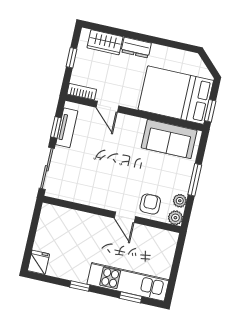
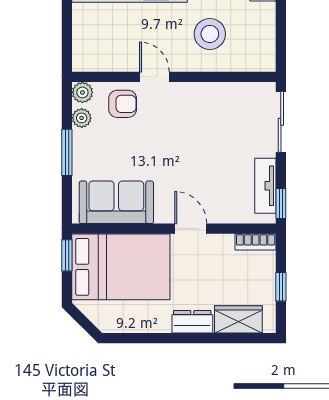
door: (107, 107) -> (191, 229), moved
window: (56, 127) -> (281, 204), moved
armchair: (150, 204) -> (123, 104), turned -90
stool: (81, 238) -> (210, 34), added

